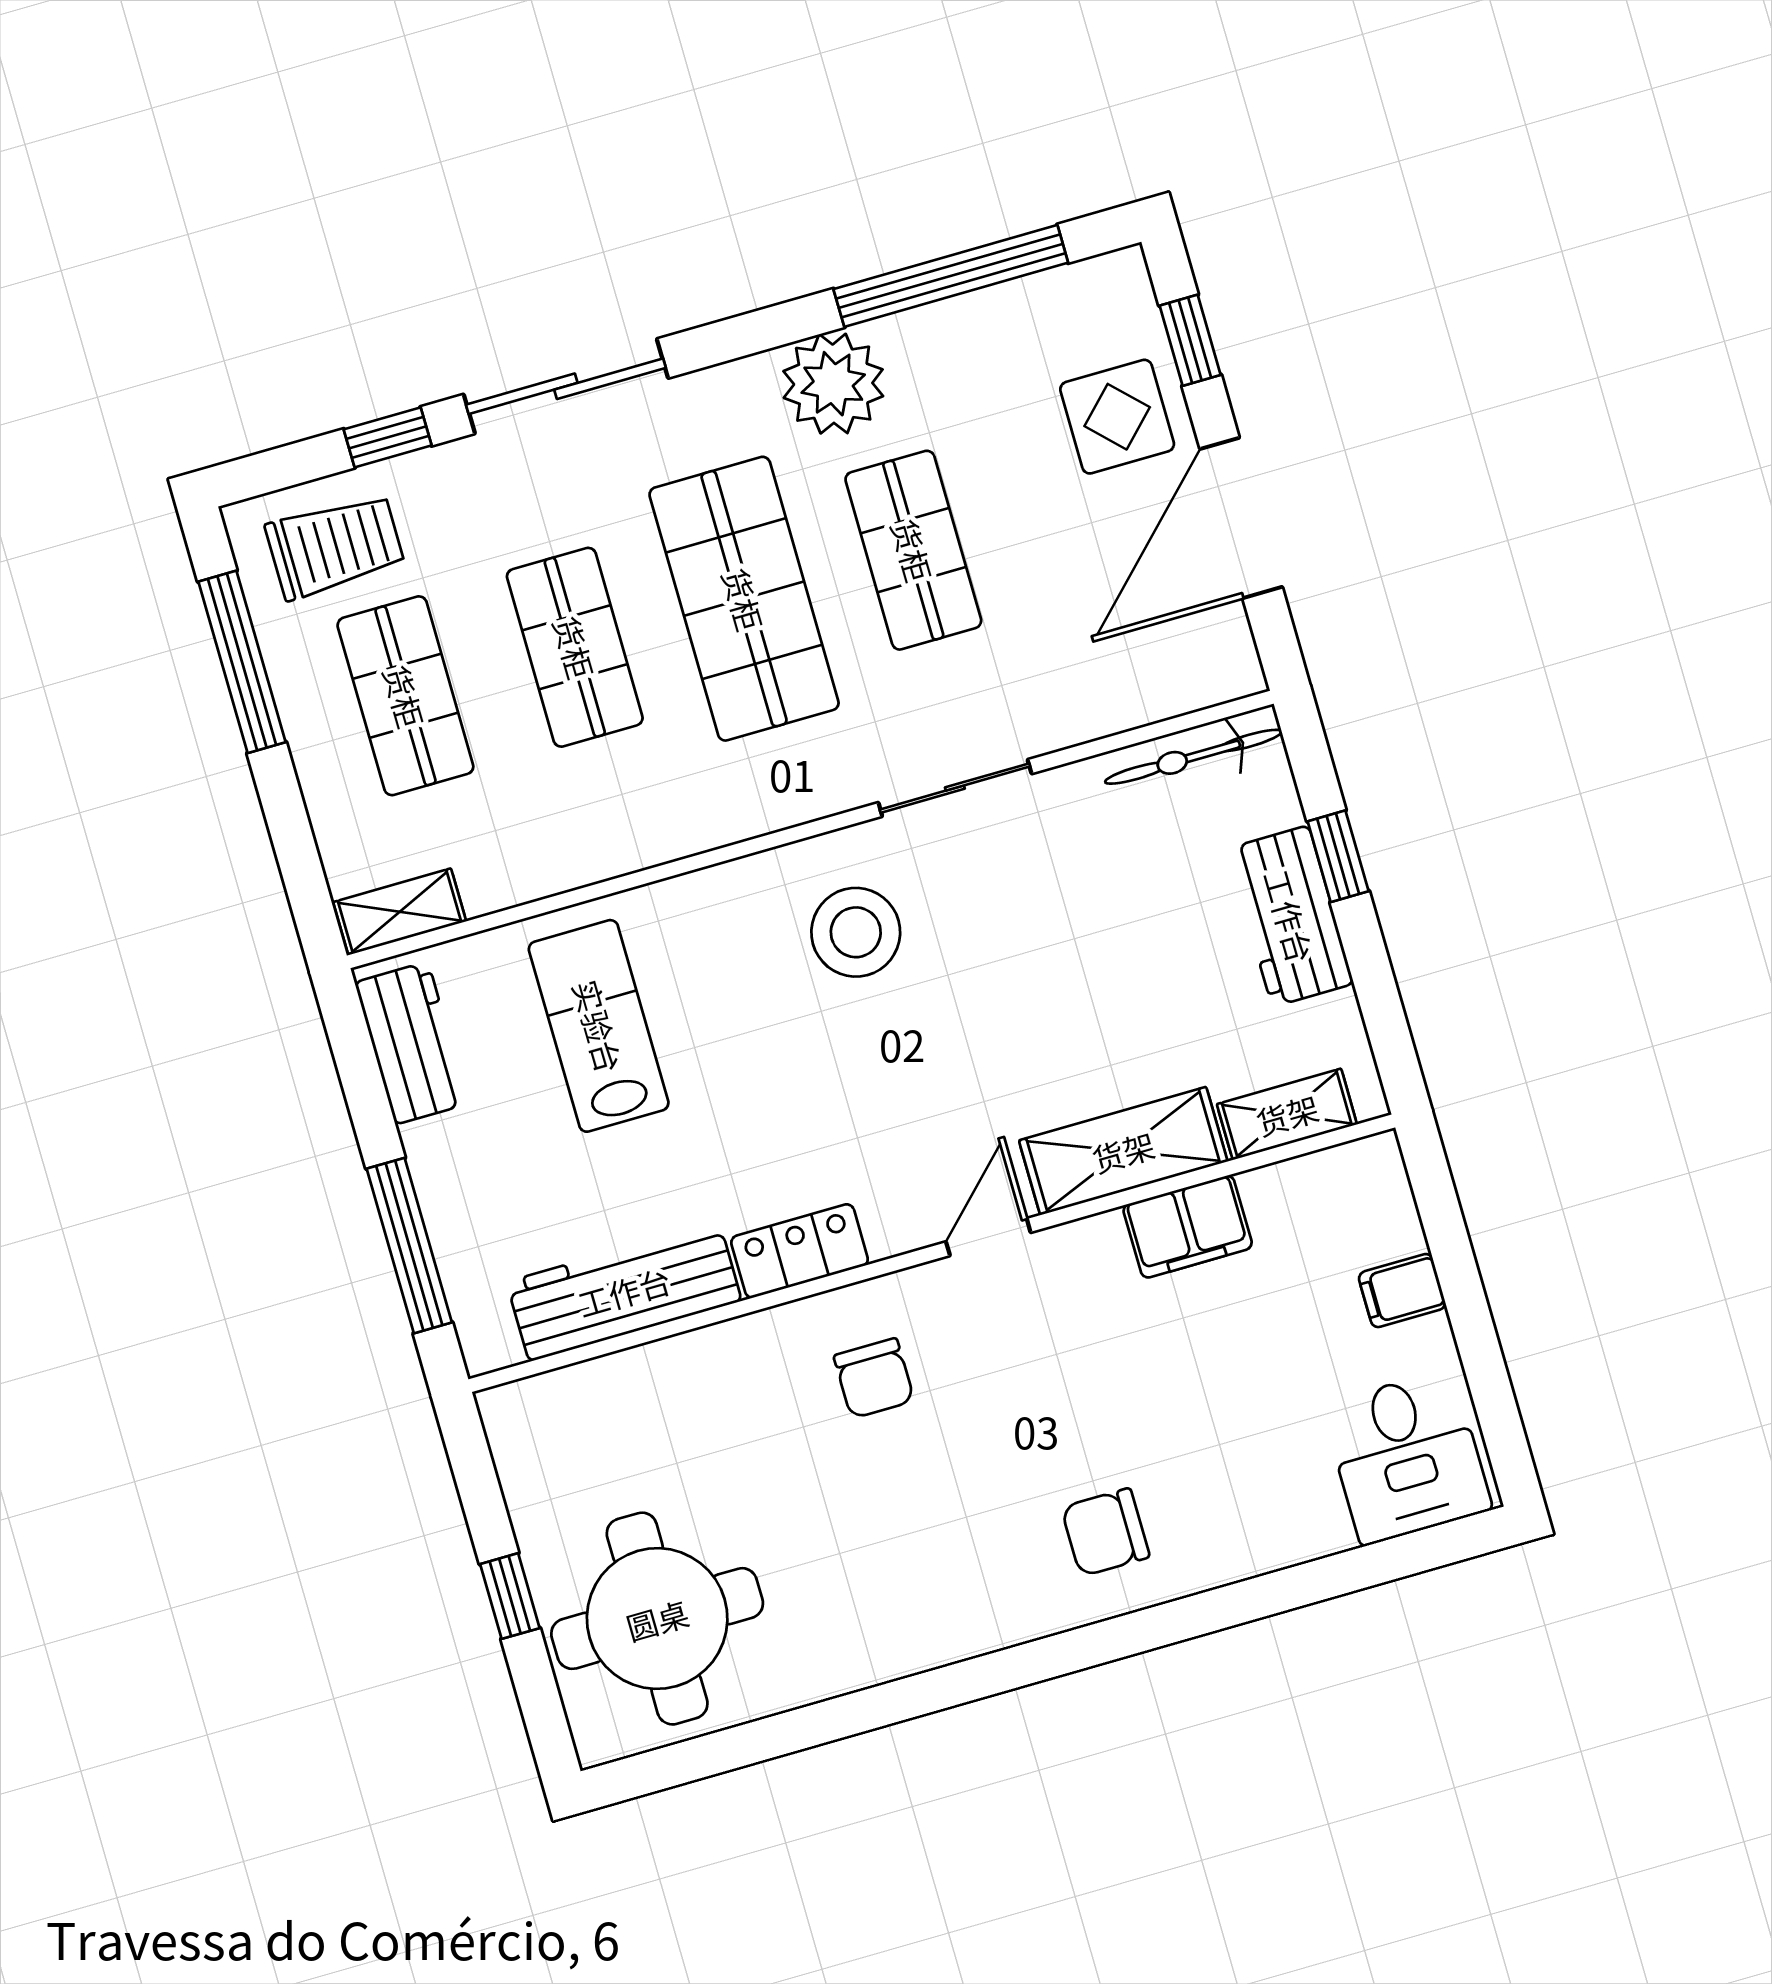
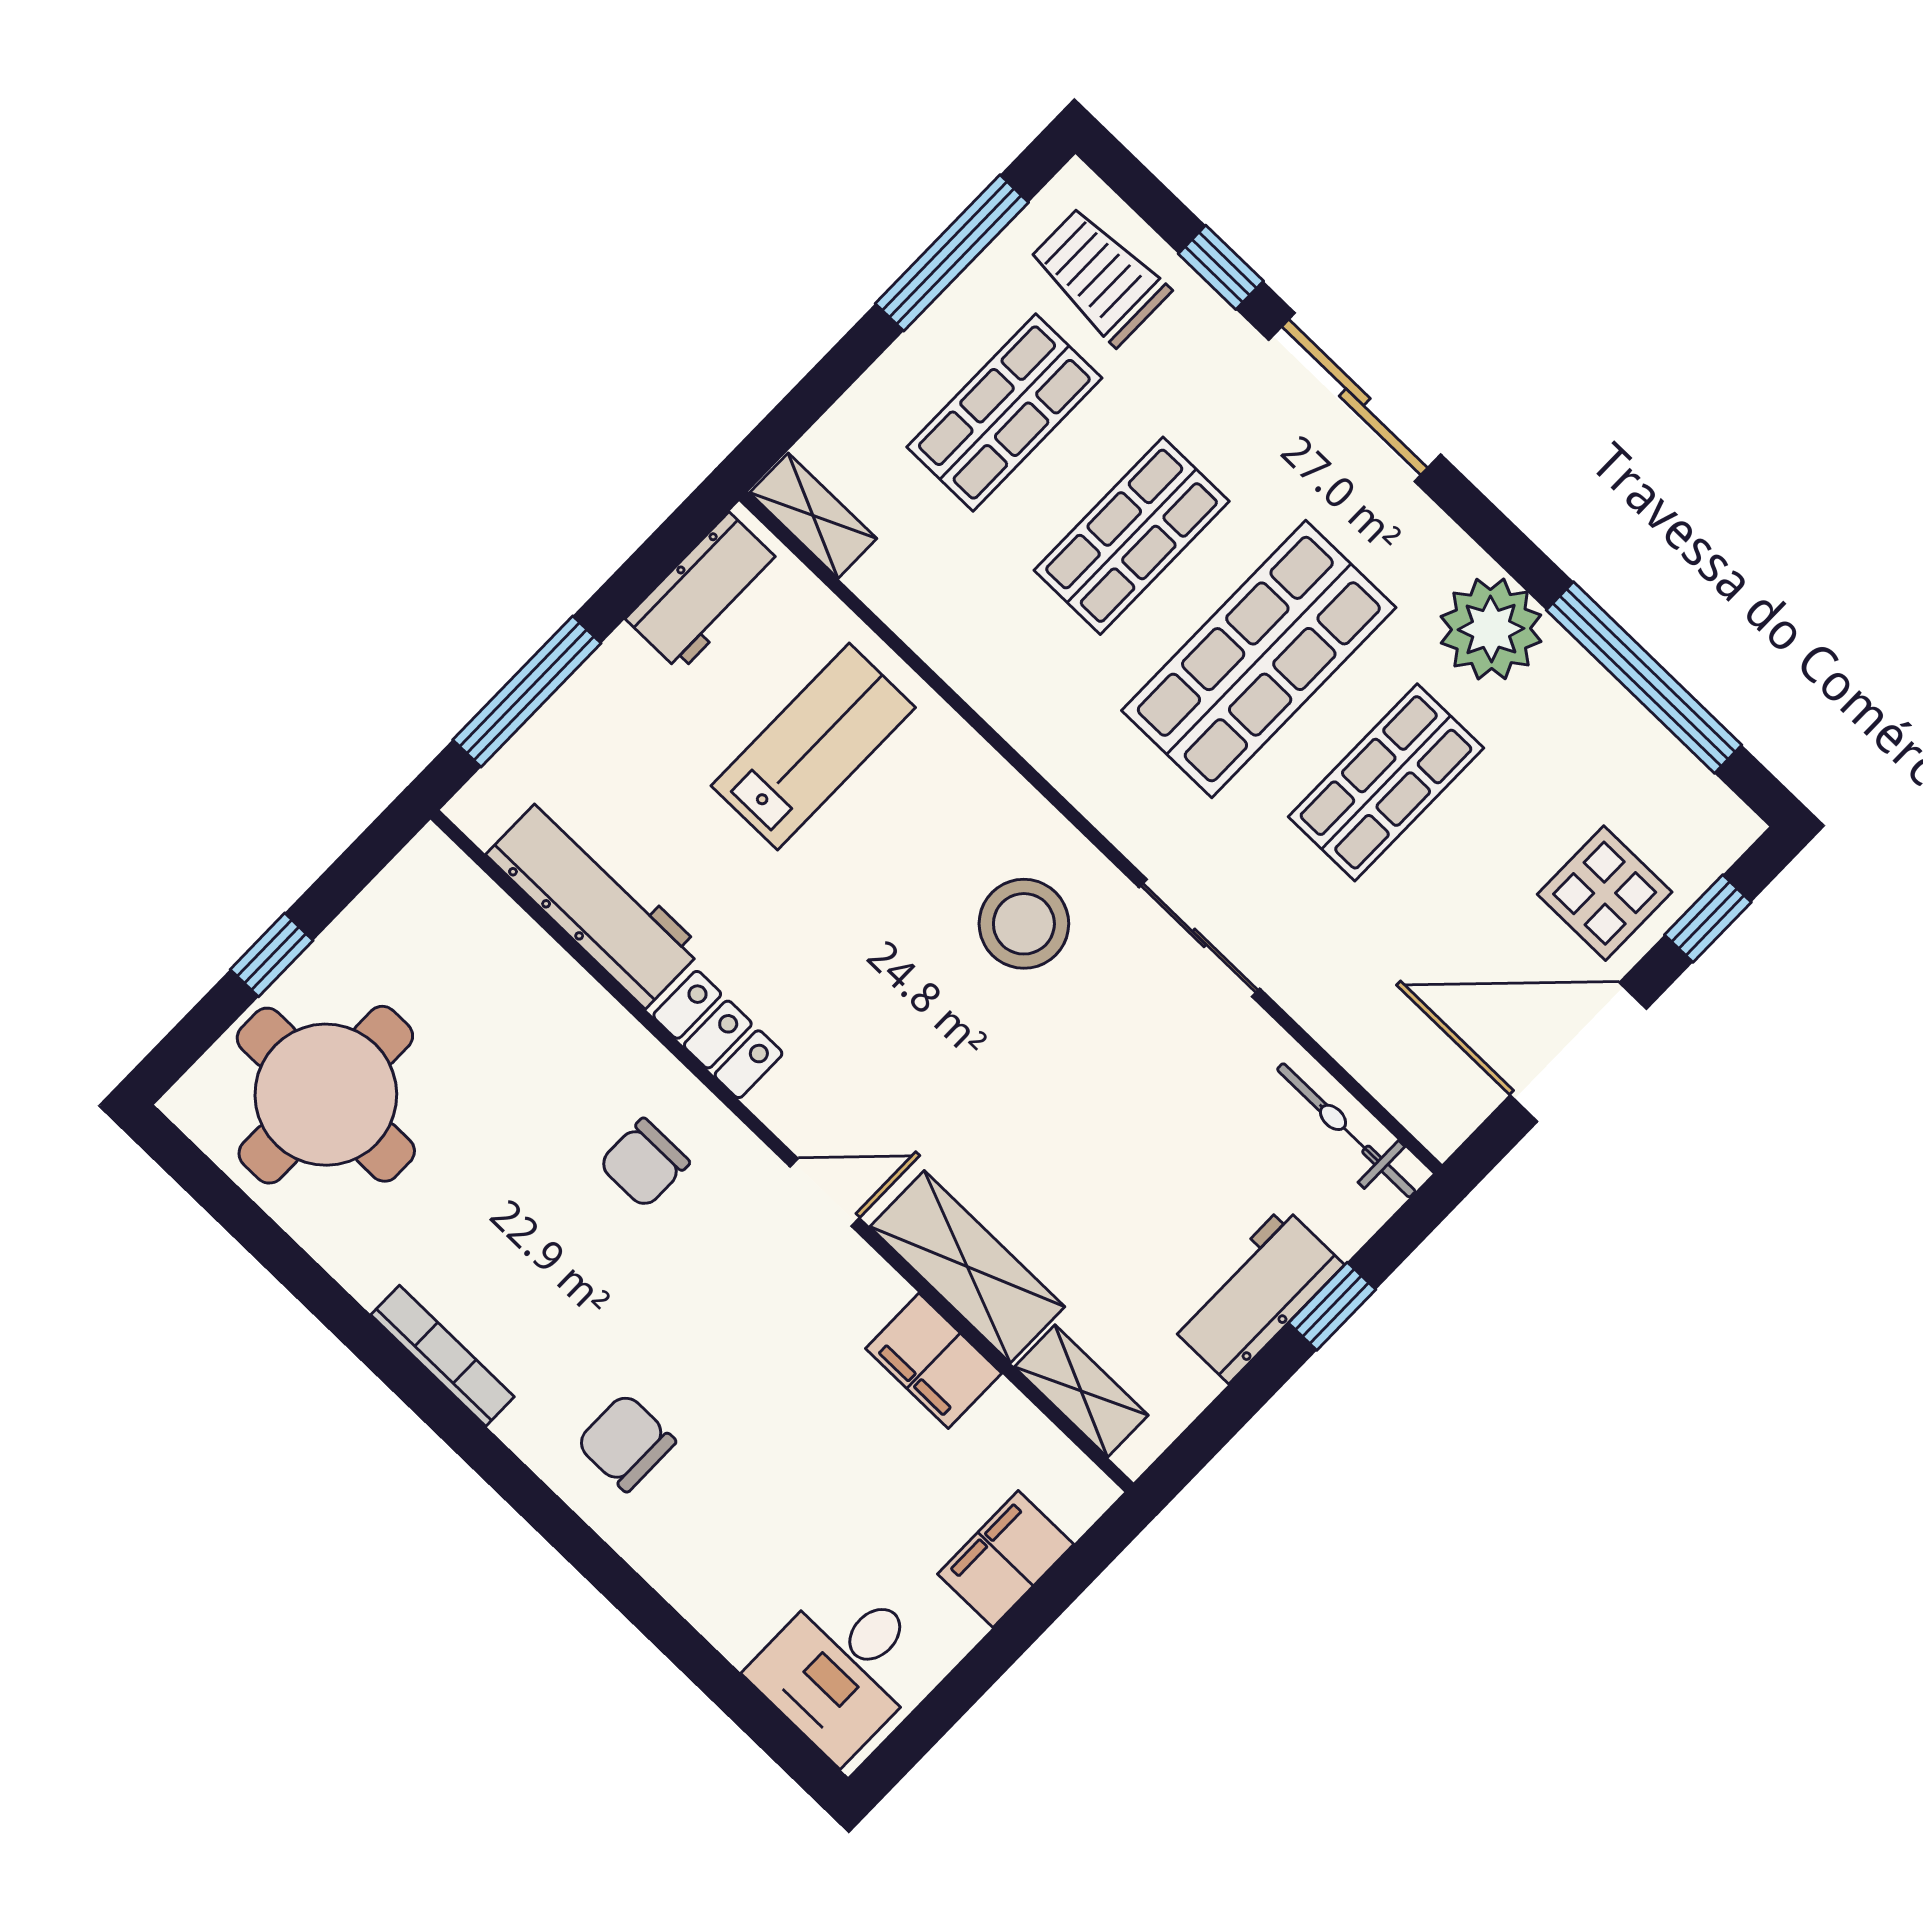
trolley: (335, 546) -> (1099, 276), turned 180
filing cabinet: (1402, 1291) -> (1006, 1559), width x2.00
bookcase: (940, 1647) -> (443, 1356), added

